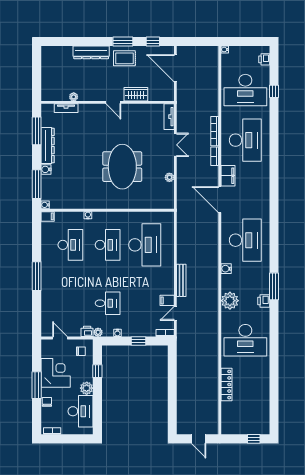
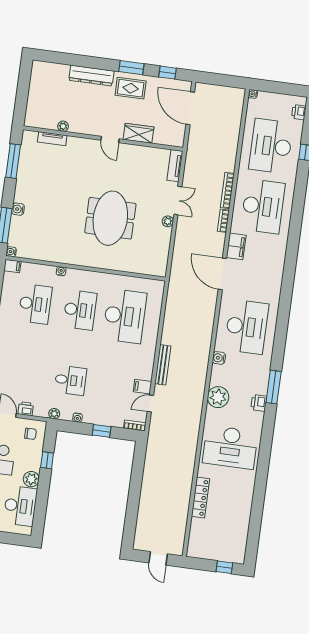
desk: (245, 90) -> (271, 146), turned 90
dresser: (48, 146) -> (24, 181), removed
plant: (169, 177) -> (168, 221), moved
printer: (87, 331) -> (26, 409), moved

